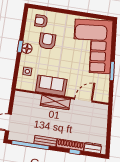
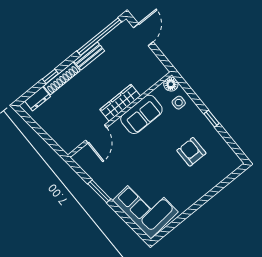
armchair: (41, 21) -> (218, 164), removed
armchair: (47, 41) -> (191, 152), turned 180
corner sofa: (93, 46) -> (145, 206), width x0.73, depth x0.74
floor lamp: (27, 49) -> (171, 84), moved

